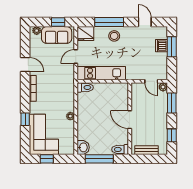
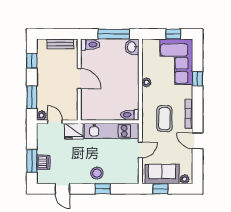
window: (109, 22) -> (103, 189), width x0.46
fridge: (85, 33) -> (74, 131), moved, turned 180
coffee table: (54, 84) -> (164, 119), added

